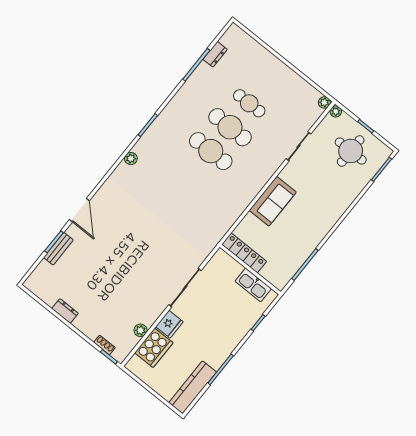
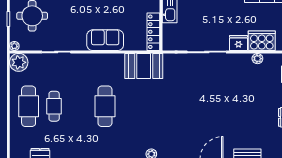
plant: (324, 102) -> (19, 62), width x1.88, depth x1.88
cafe table: (230, 127) -> (29, 106), moved
booth: (219, 218) -> (144, 66), added

